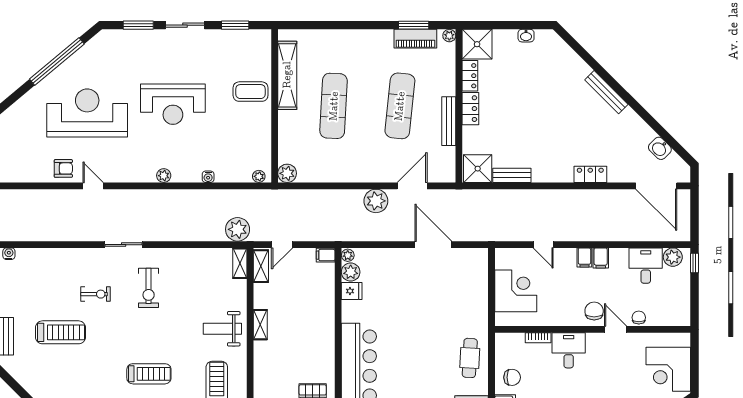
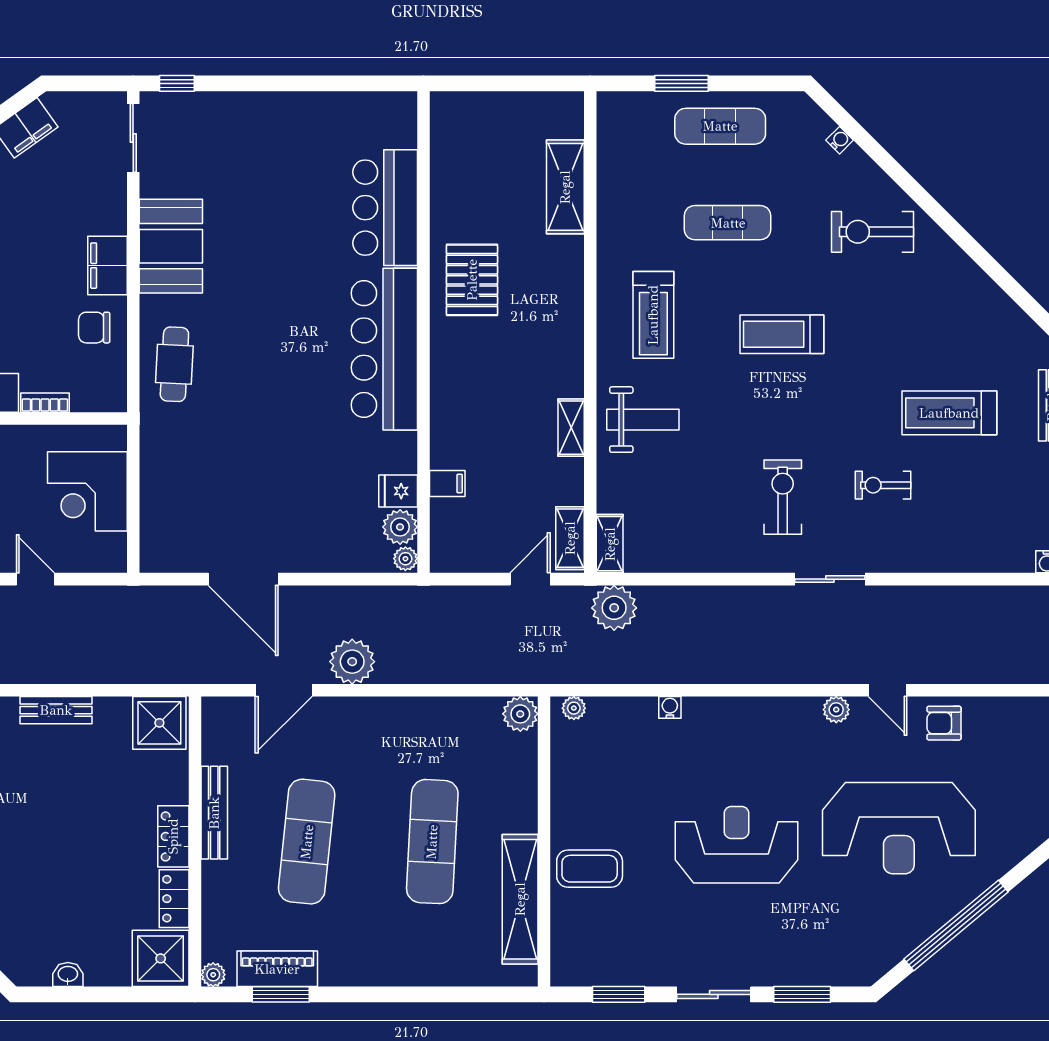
bench: (512, 175) -> (56, 710), moved
plant: (164, 176) -> (836, 710), moved
filing cabinet: (326, 255) -> (447, 483), moved

